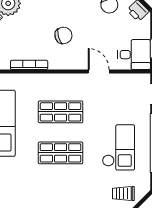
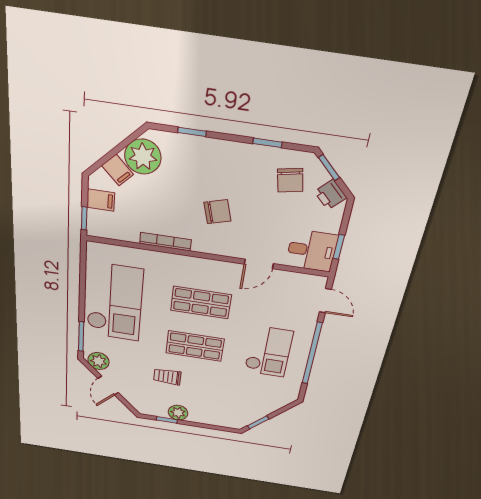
door: (99, 72) -> (259, 264), swing flipped
trolley: (123, 194) -> (167, 377), moved

